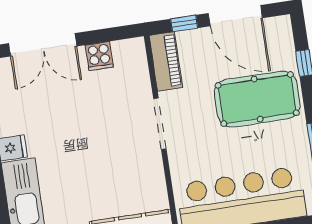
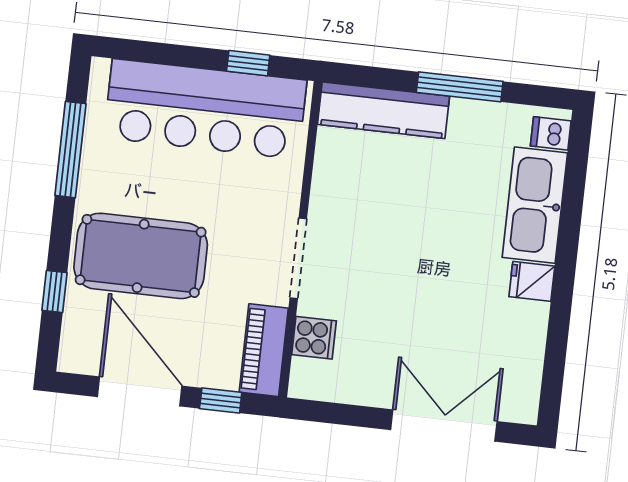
cooker: (99, 56) -> (314, 338), moved, turned 90

